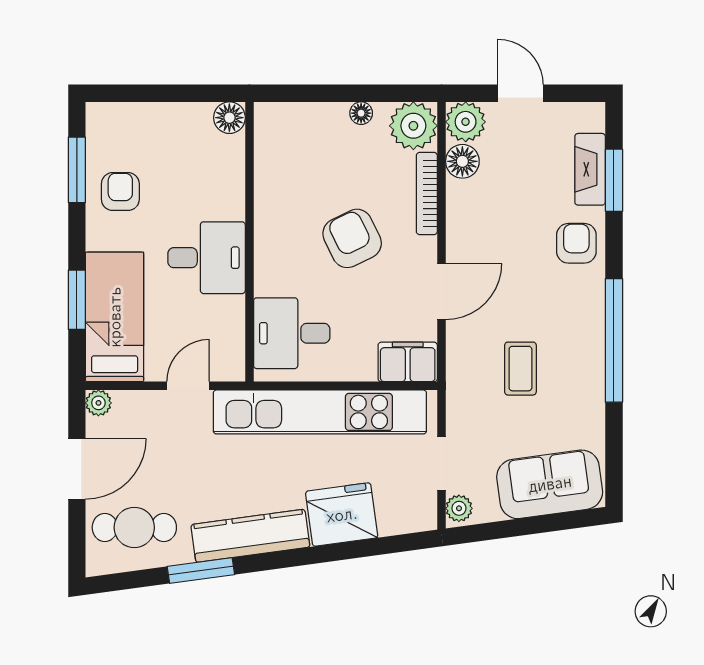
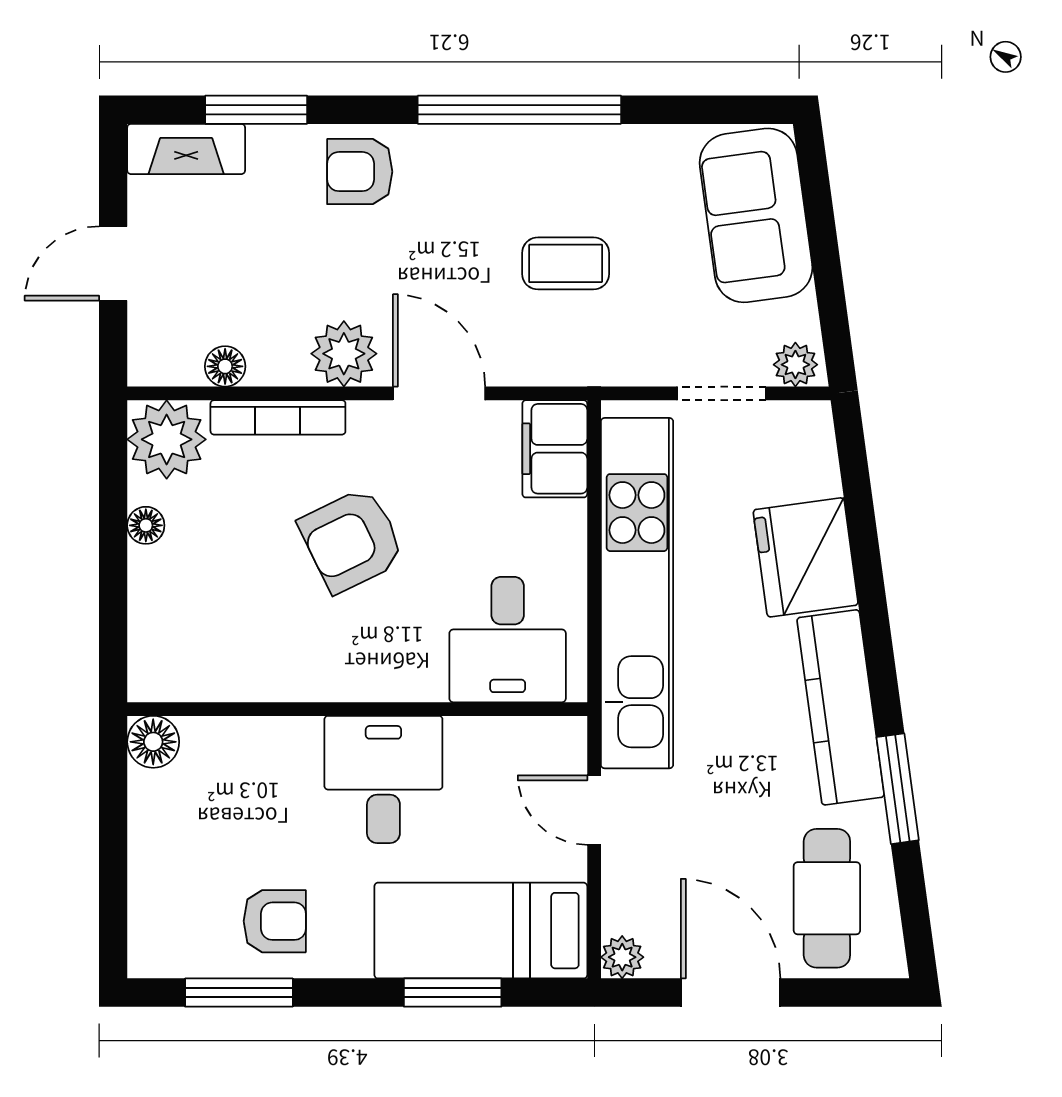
plant: (466, 122) -> (344, 354), moved
floor lamp: (462, 161) -> (225, 366), width x0.73, depth x0.73
fireplace: (590, 169) -> (186, 149), moved
armchair: (120, 192) -> (275, 921), turned 180

